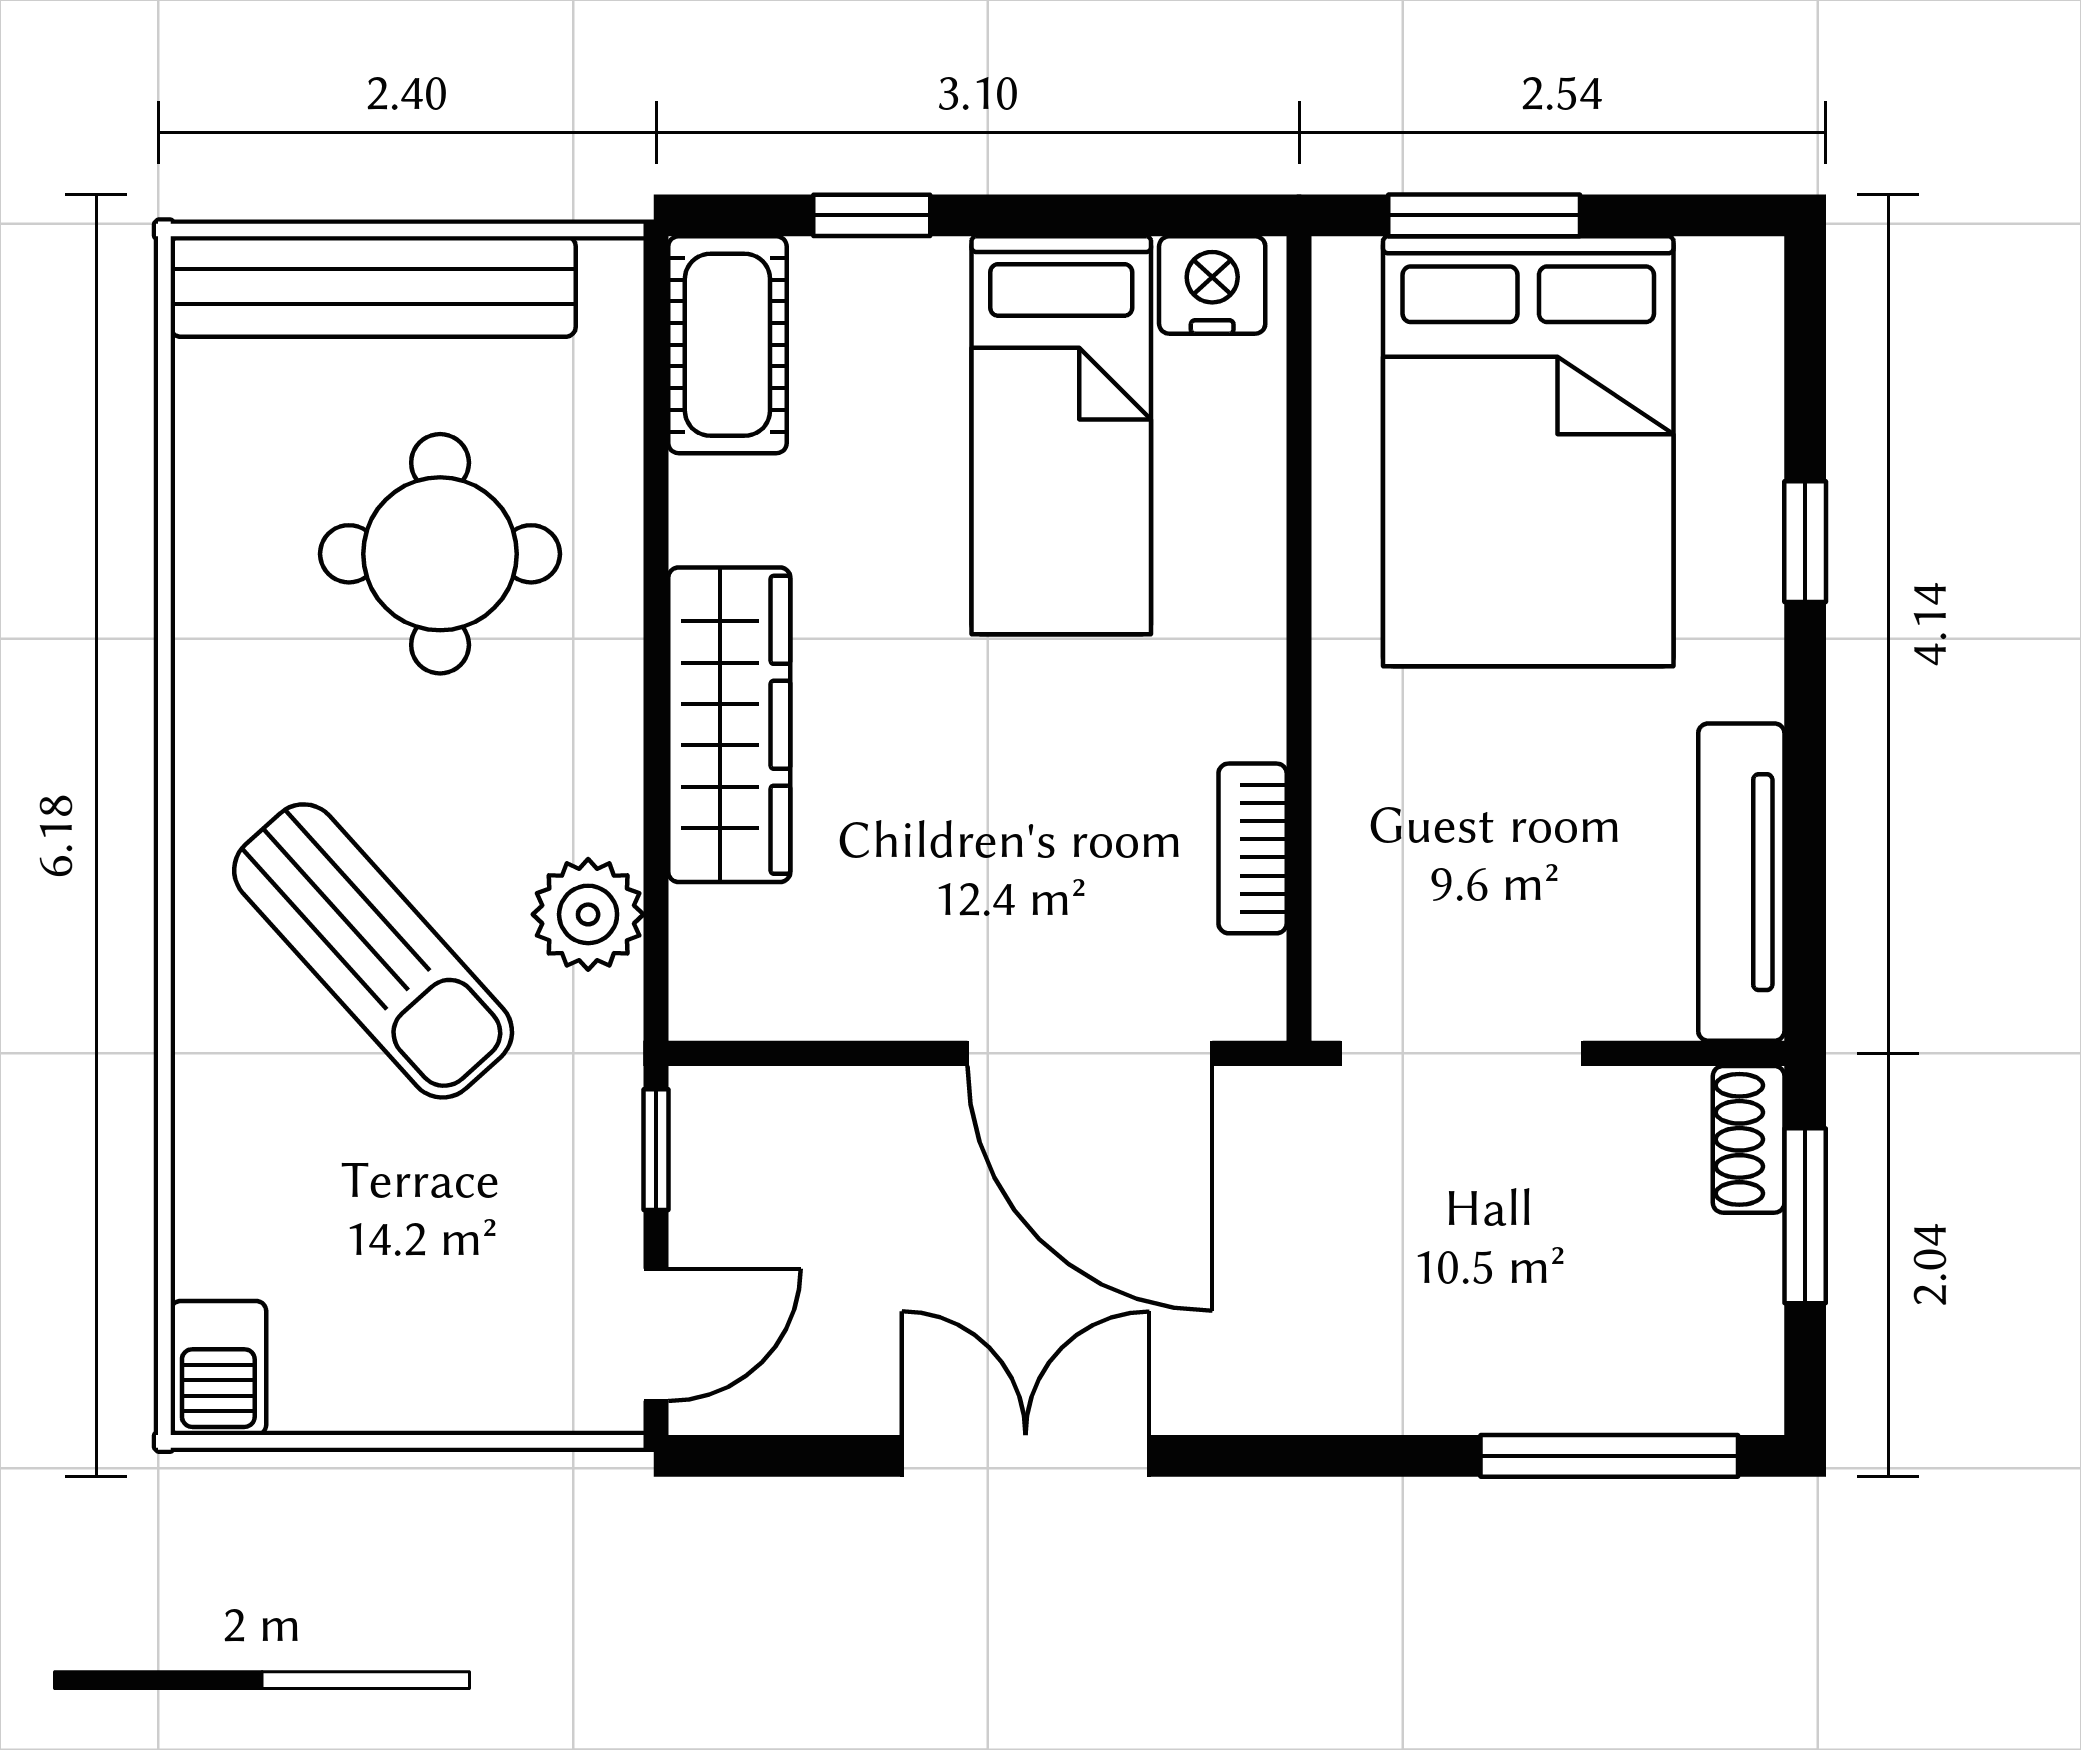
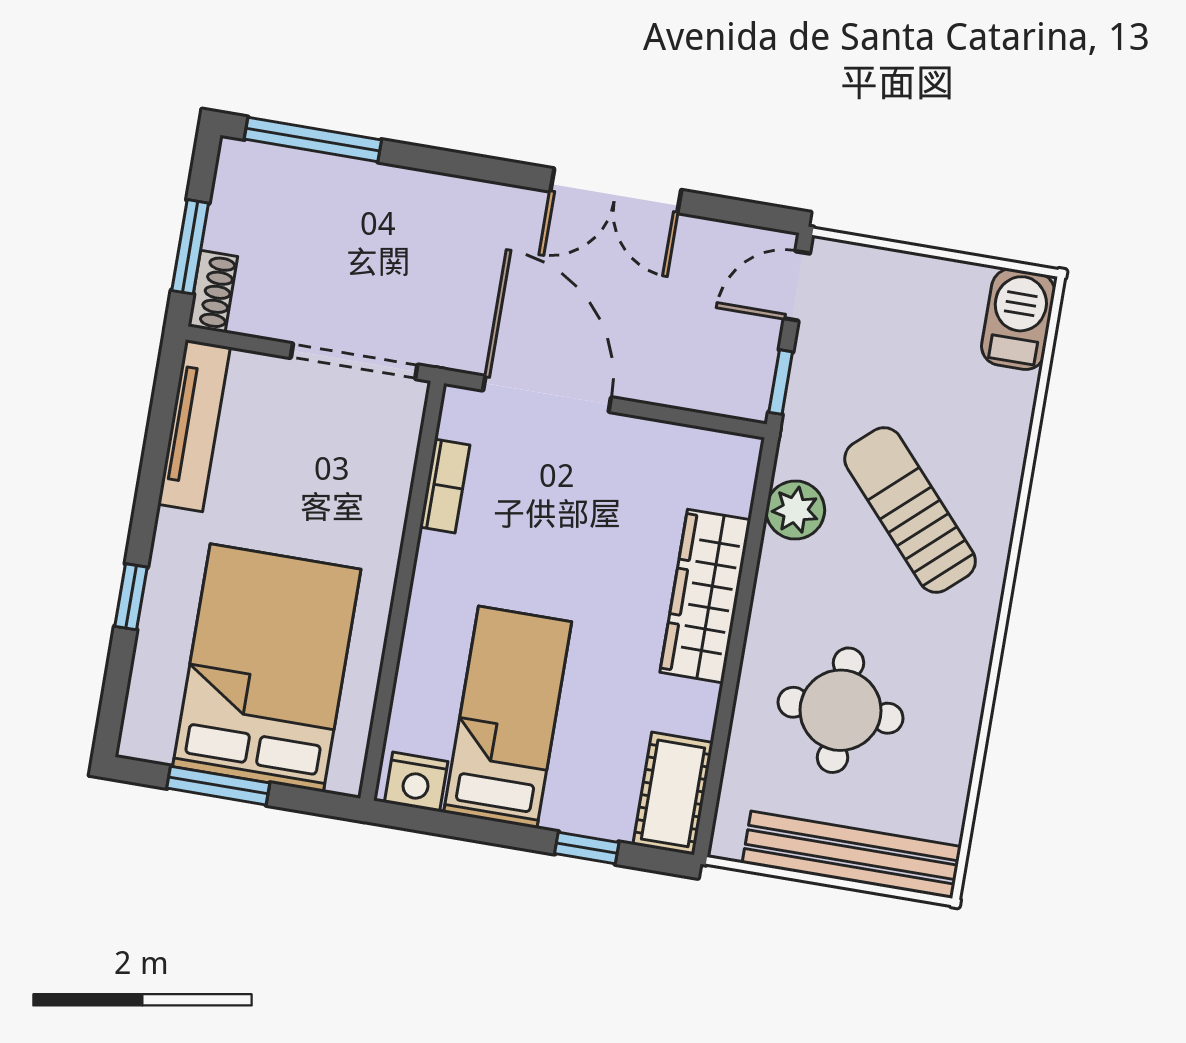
window: (1484, 215) -> (218, 786), moved
barbecue: (218, 1368) -> (1018, 319), width x1.38, depth x1.27

